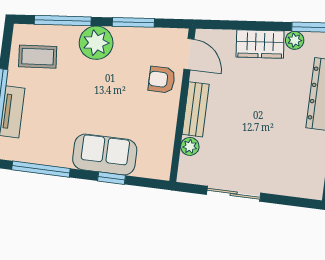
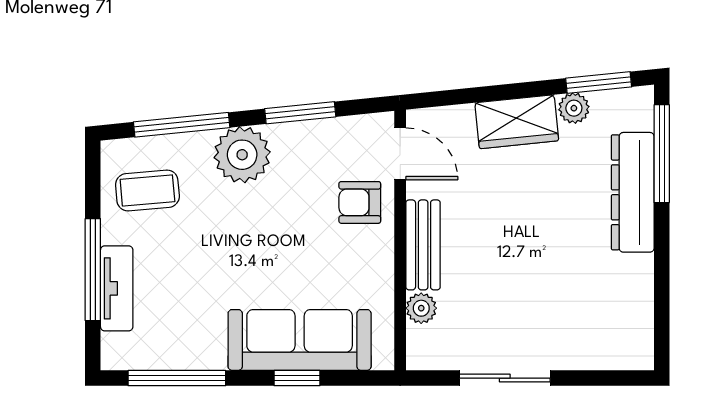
sofa: (105, 155) -> (300, 340), width x1.36

